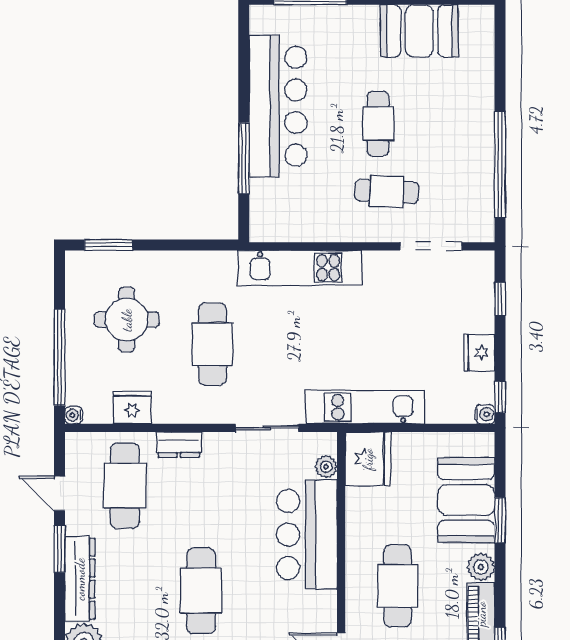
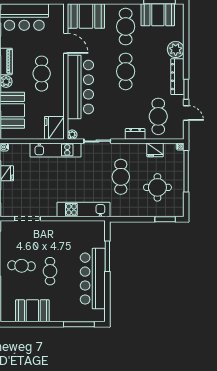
cafe table: (387, 191) -> (22, 266), moved
plant: (326, 467) -> (72, 135), moved
bar counter: (307, 535) -> (80, 87), width x1.36

